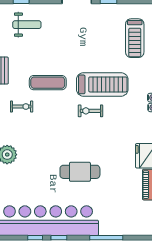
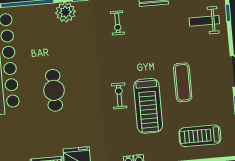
weight bench: (27, 25) -> (204, 21), turned 90
exercise mat: (48, 83) -> (183, 82), moved

